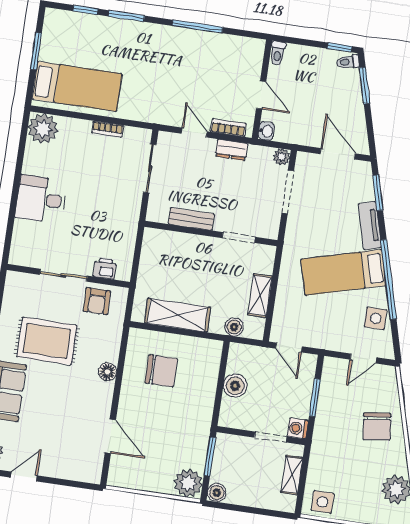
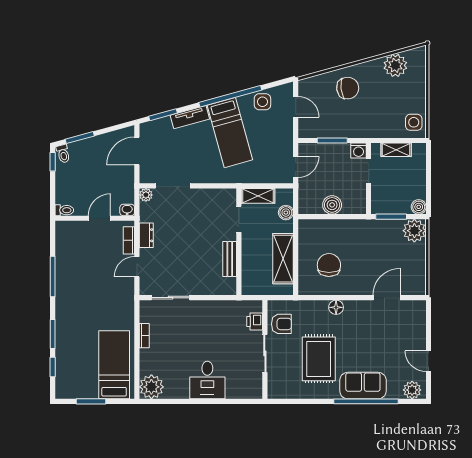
bench: (191, 219) -> (230, 259), moved
wall: (211, 233) -> (239, 242), moved
doorway: (239, 238) -> (239, 219), moved

